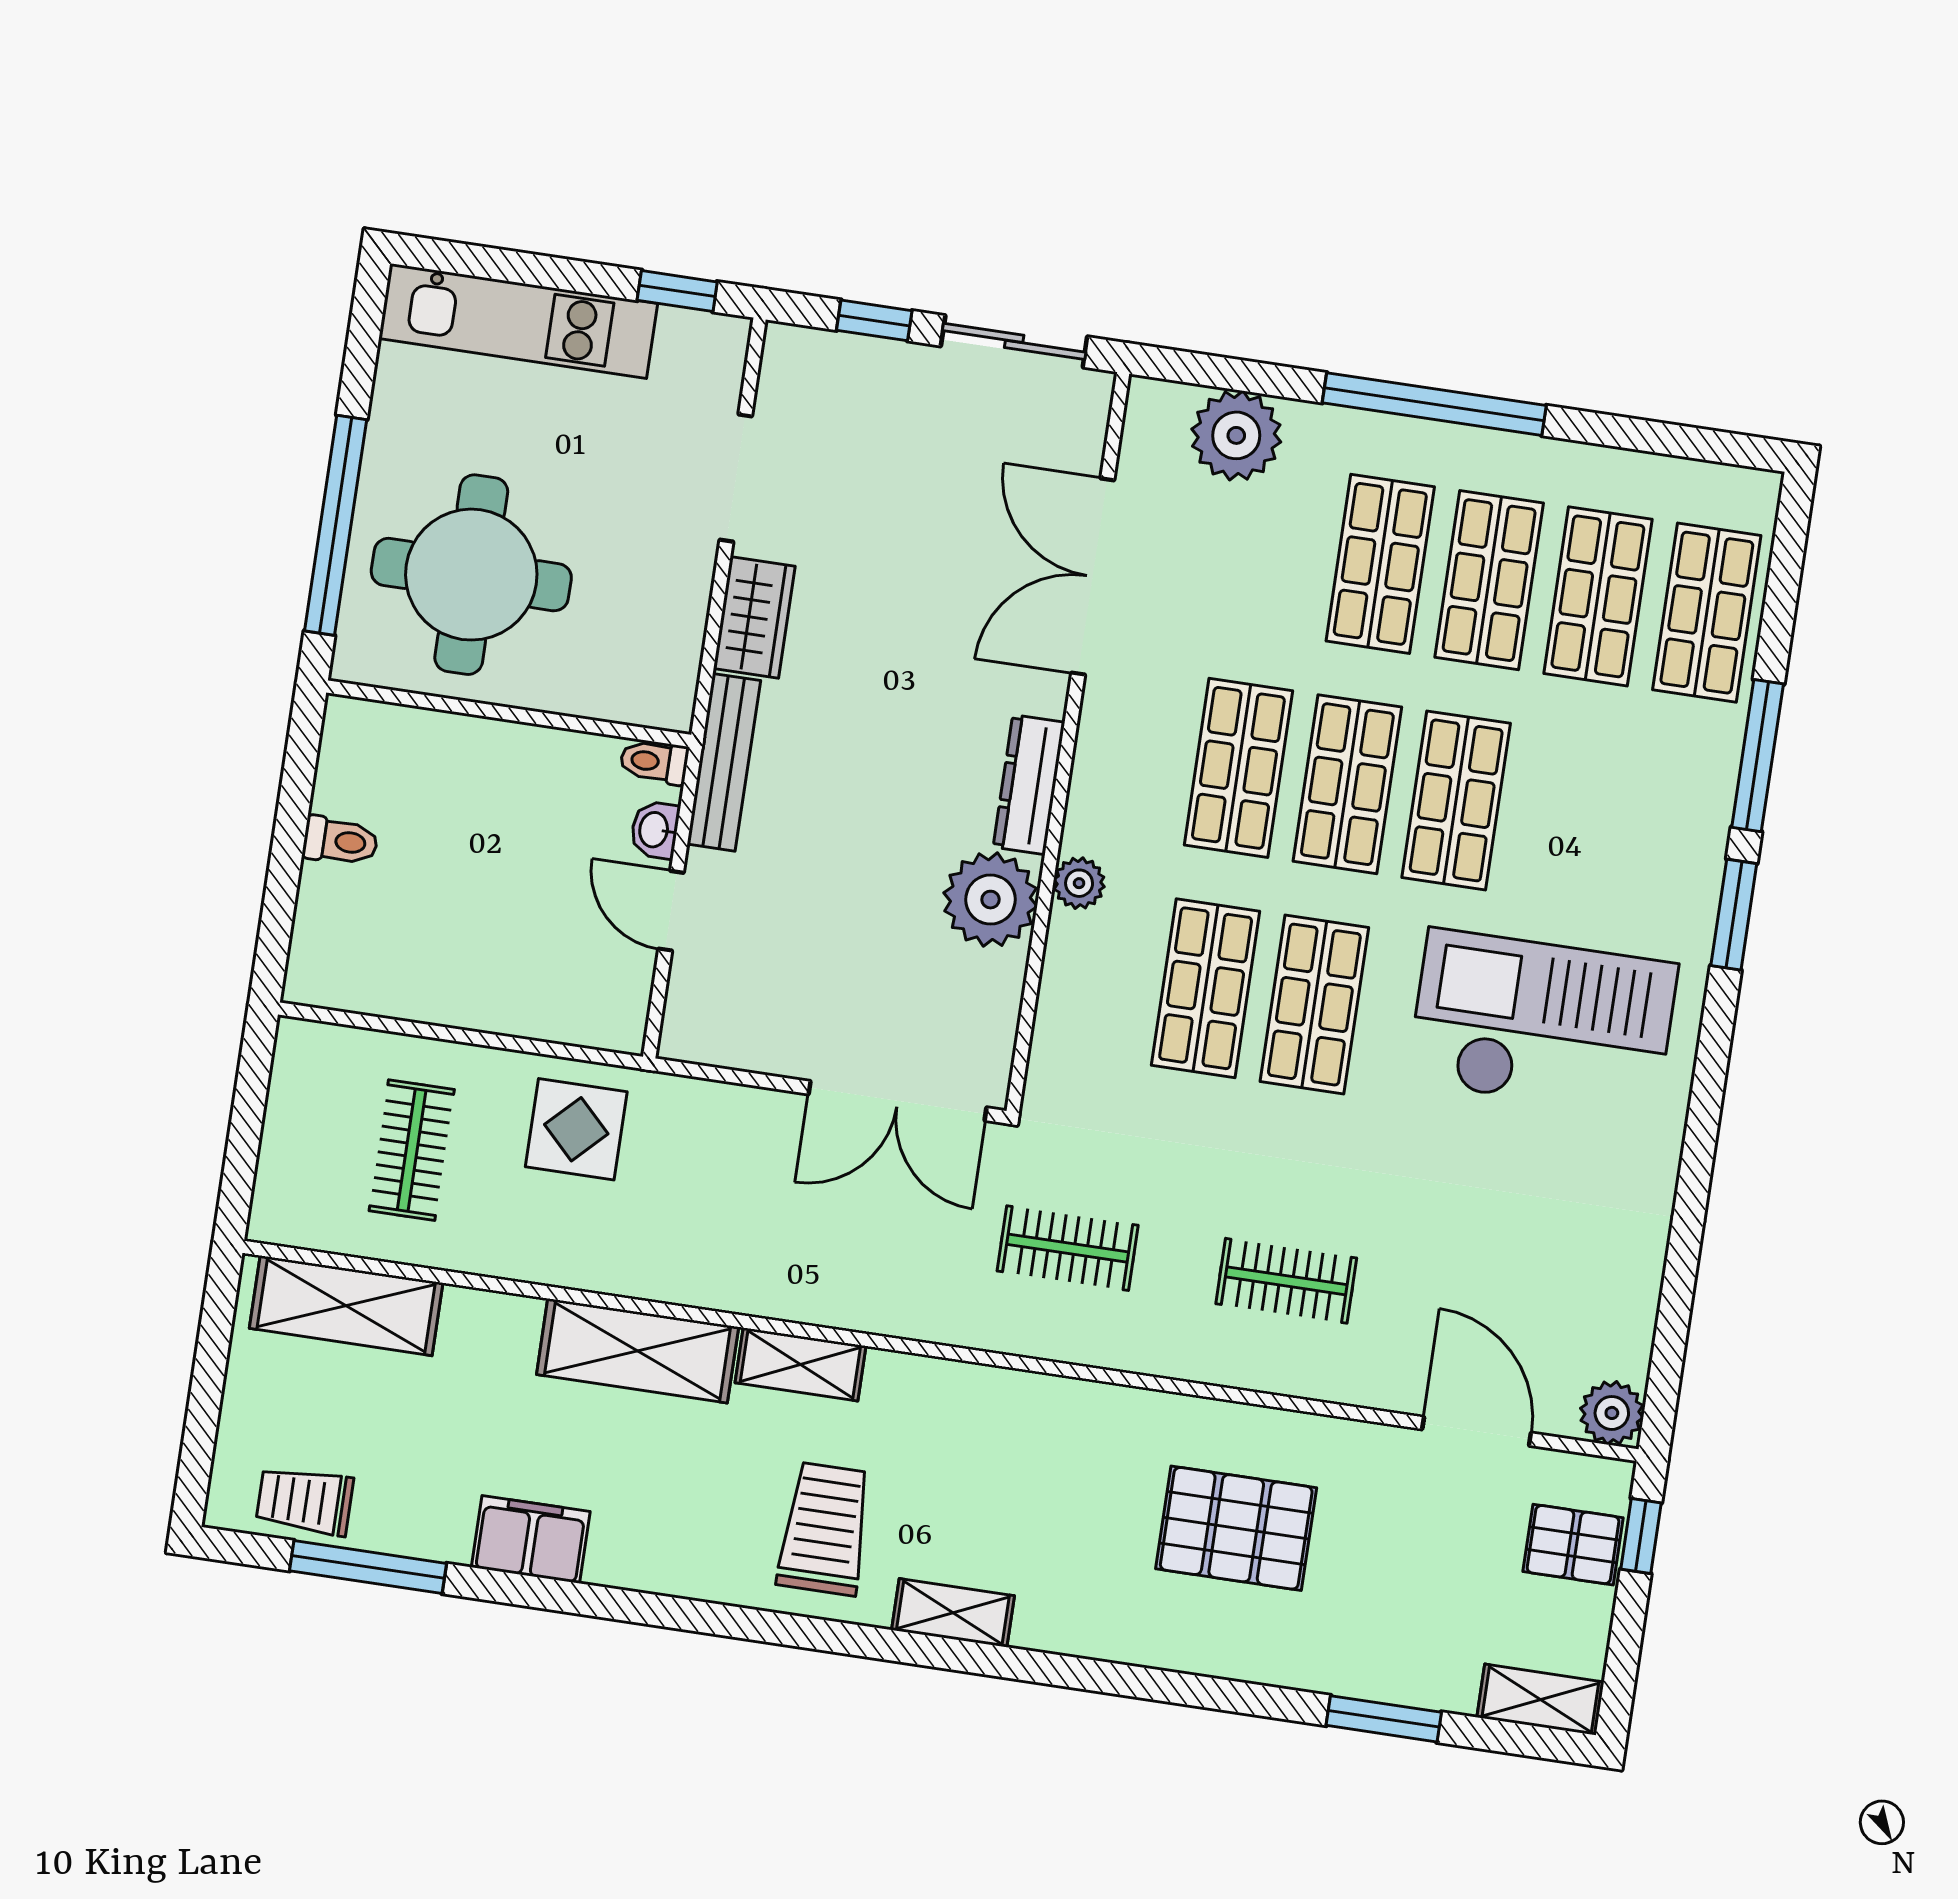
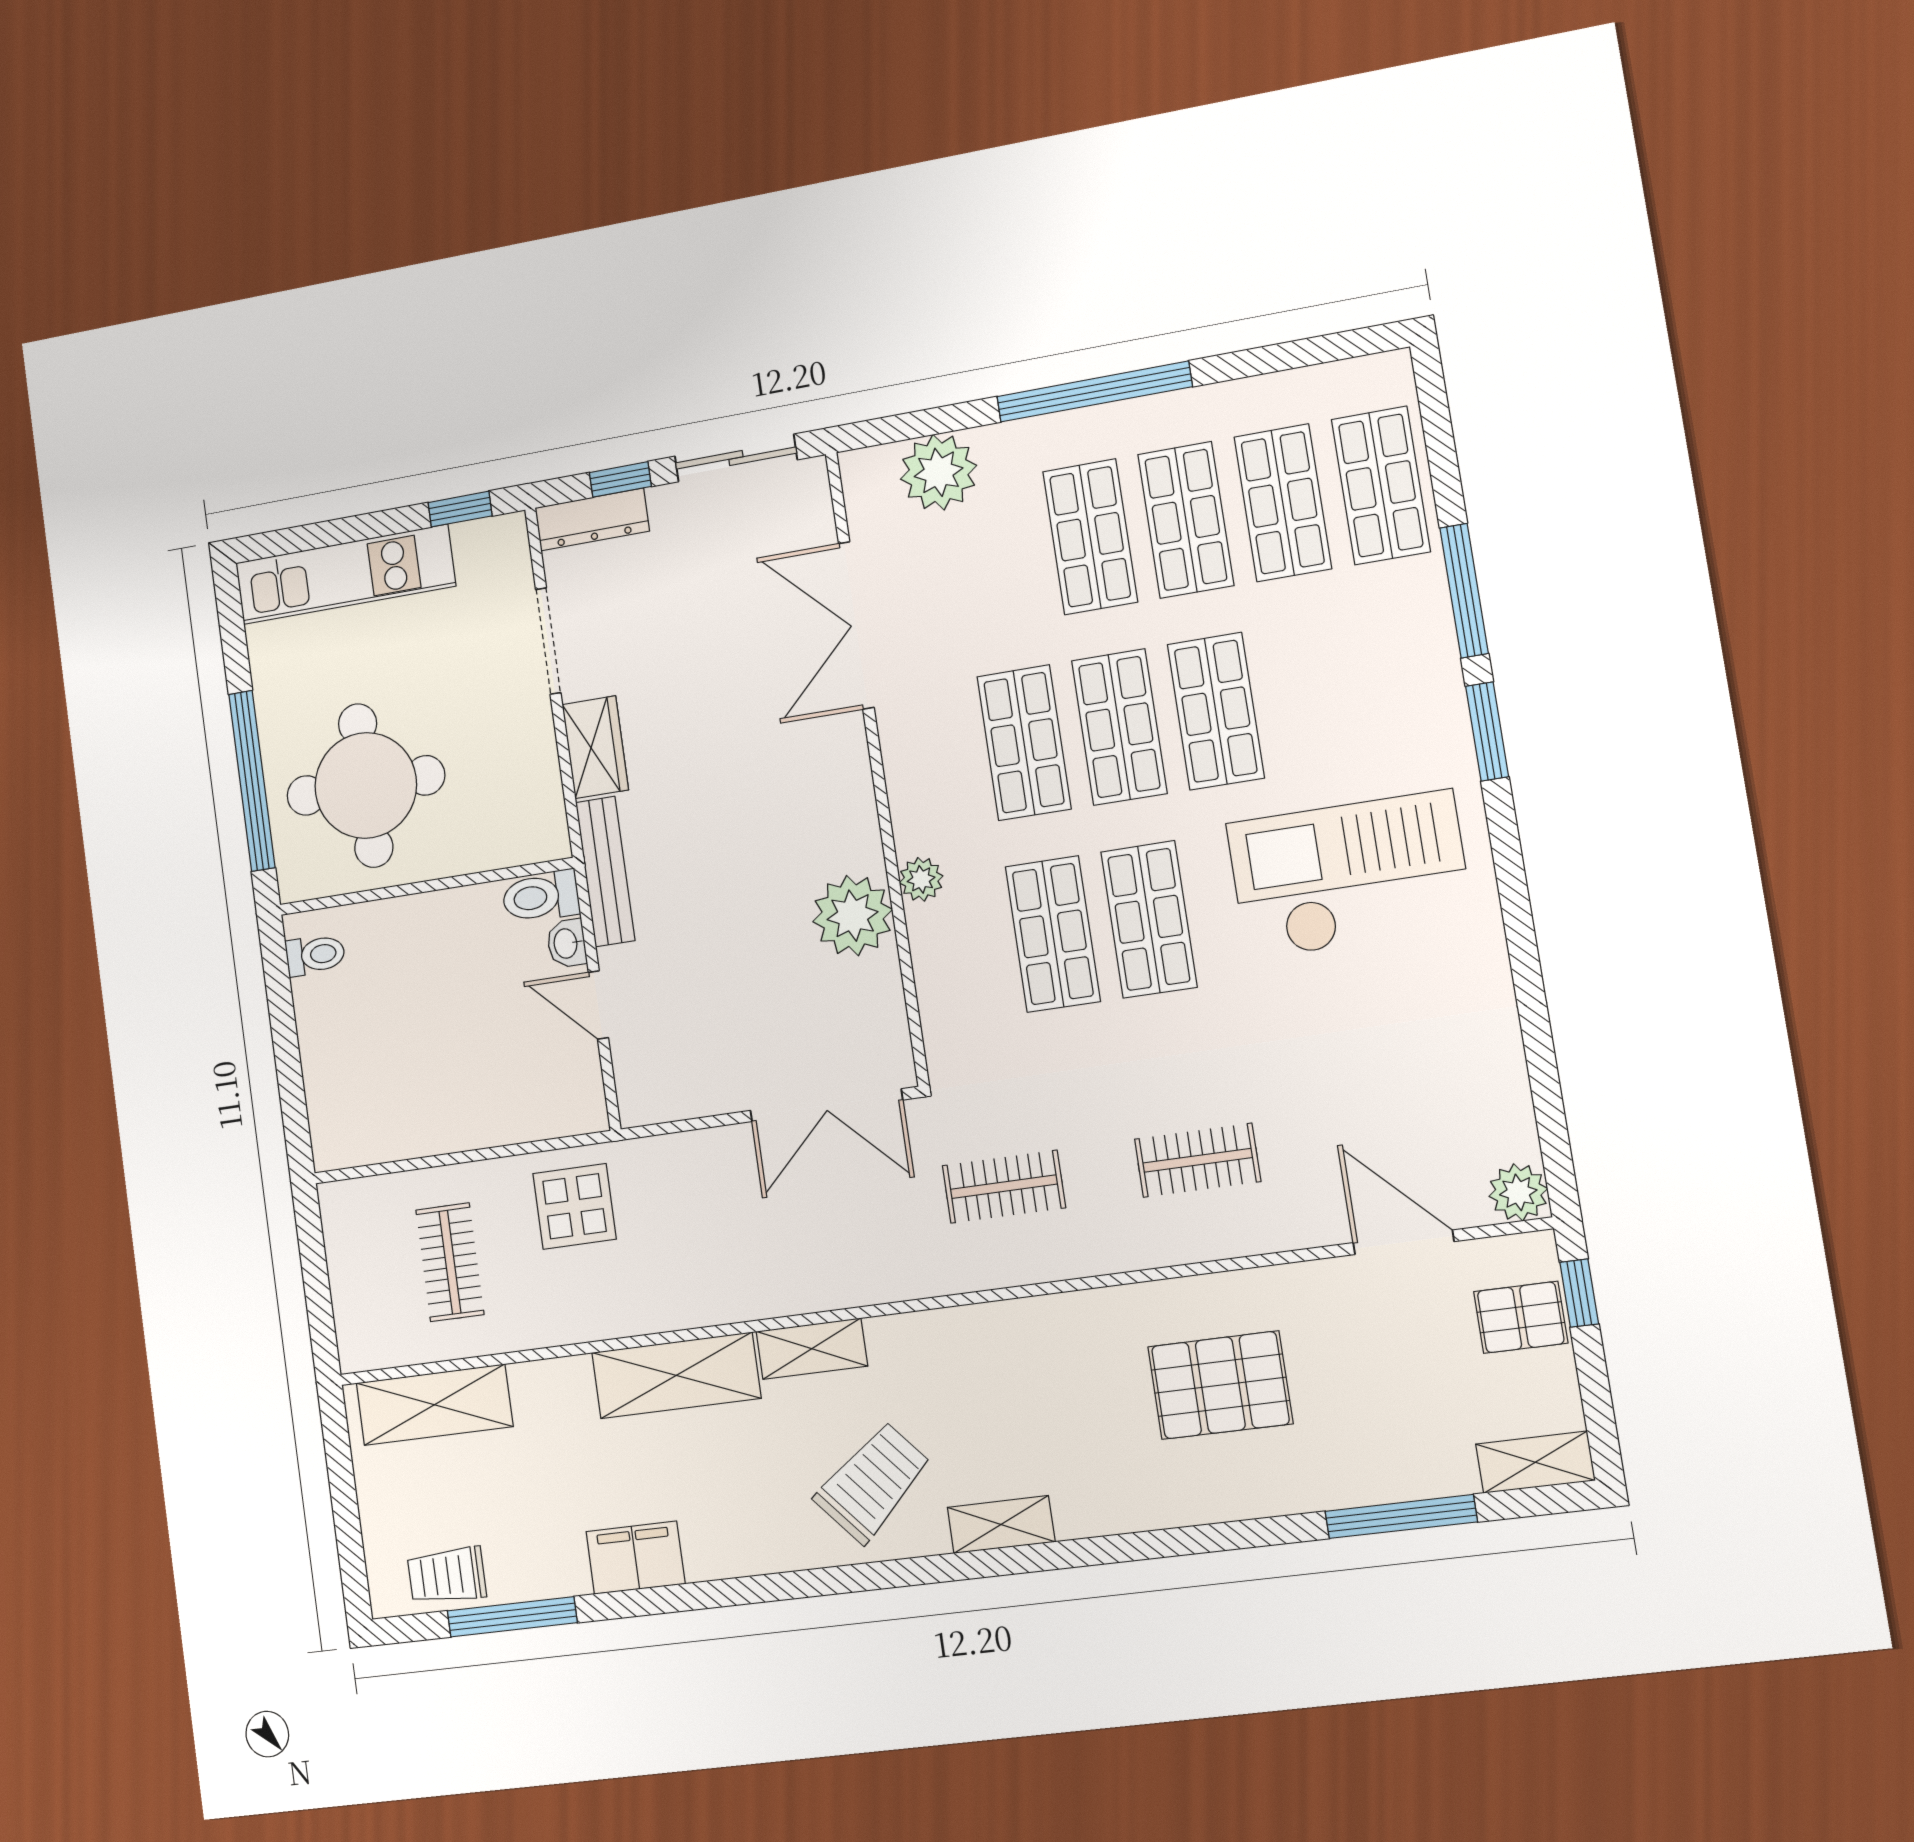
toilet: (654, 762) -> (541, 897), width x1.37, depth x1.39
dresser: (1029, 785) -> (592, 519), moved, turned -90
toilet: (340, 841) -> (315, 955), moved
trolley: (825, 1529) -> (873, 1482), turned 49
window: (1384, 1719) -> (1401, 1517), width x1.44

